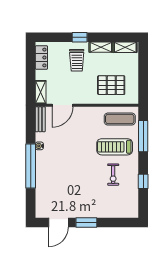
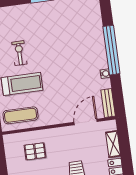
pallet: (111, 85) -> (35, 151), width x0.67, depth x0.71
shelving: (41, 92) -> (113, 144), moved

